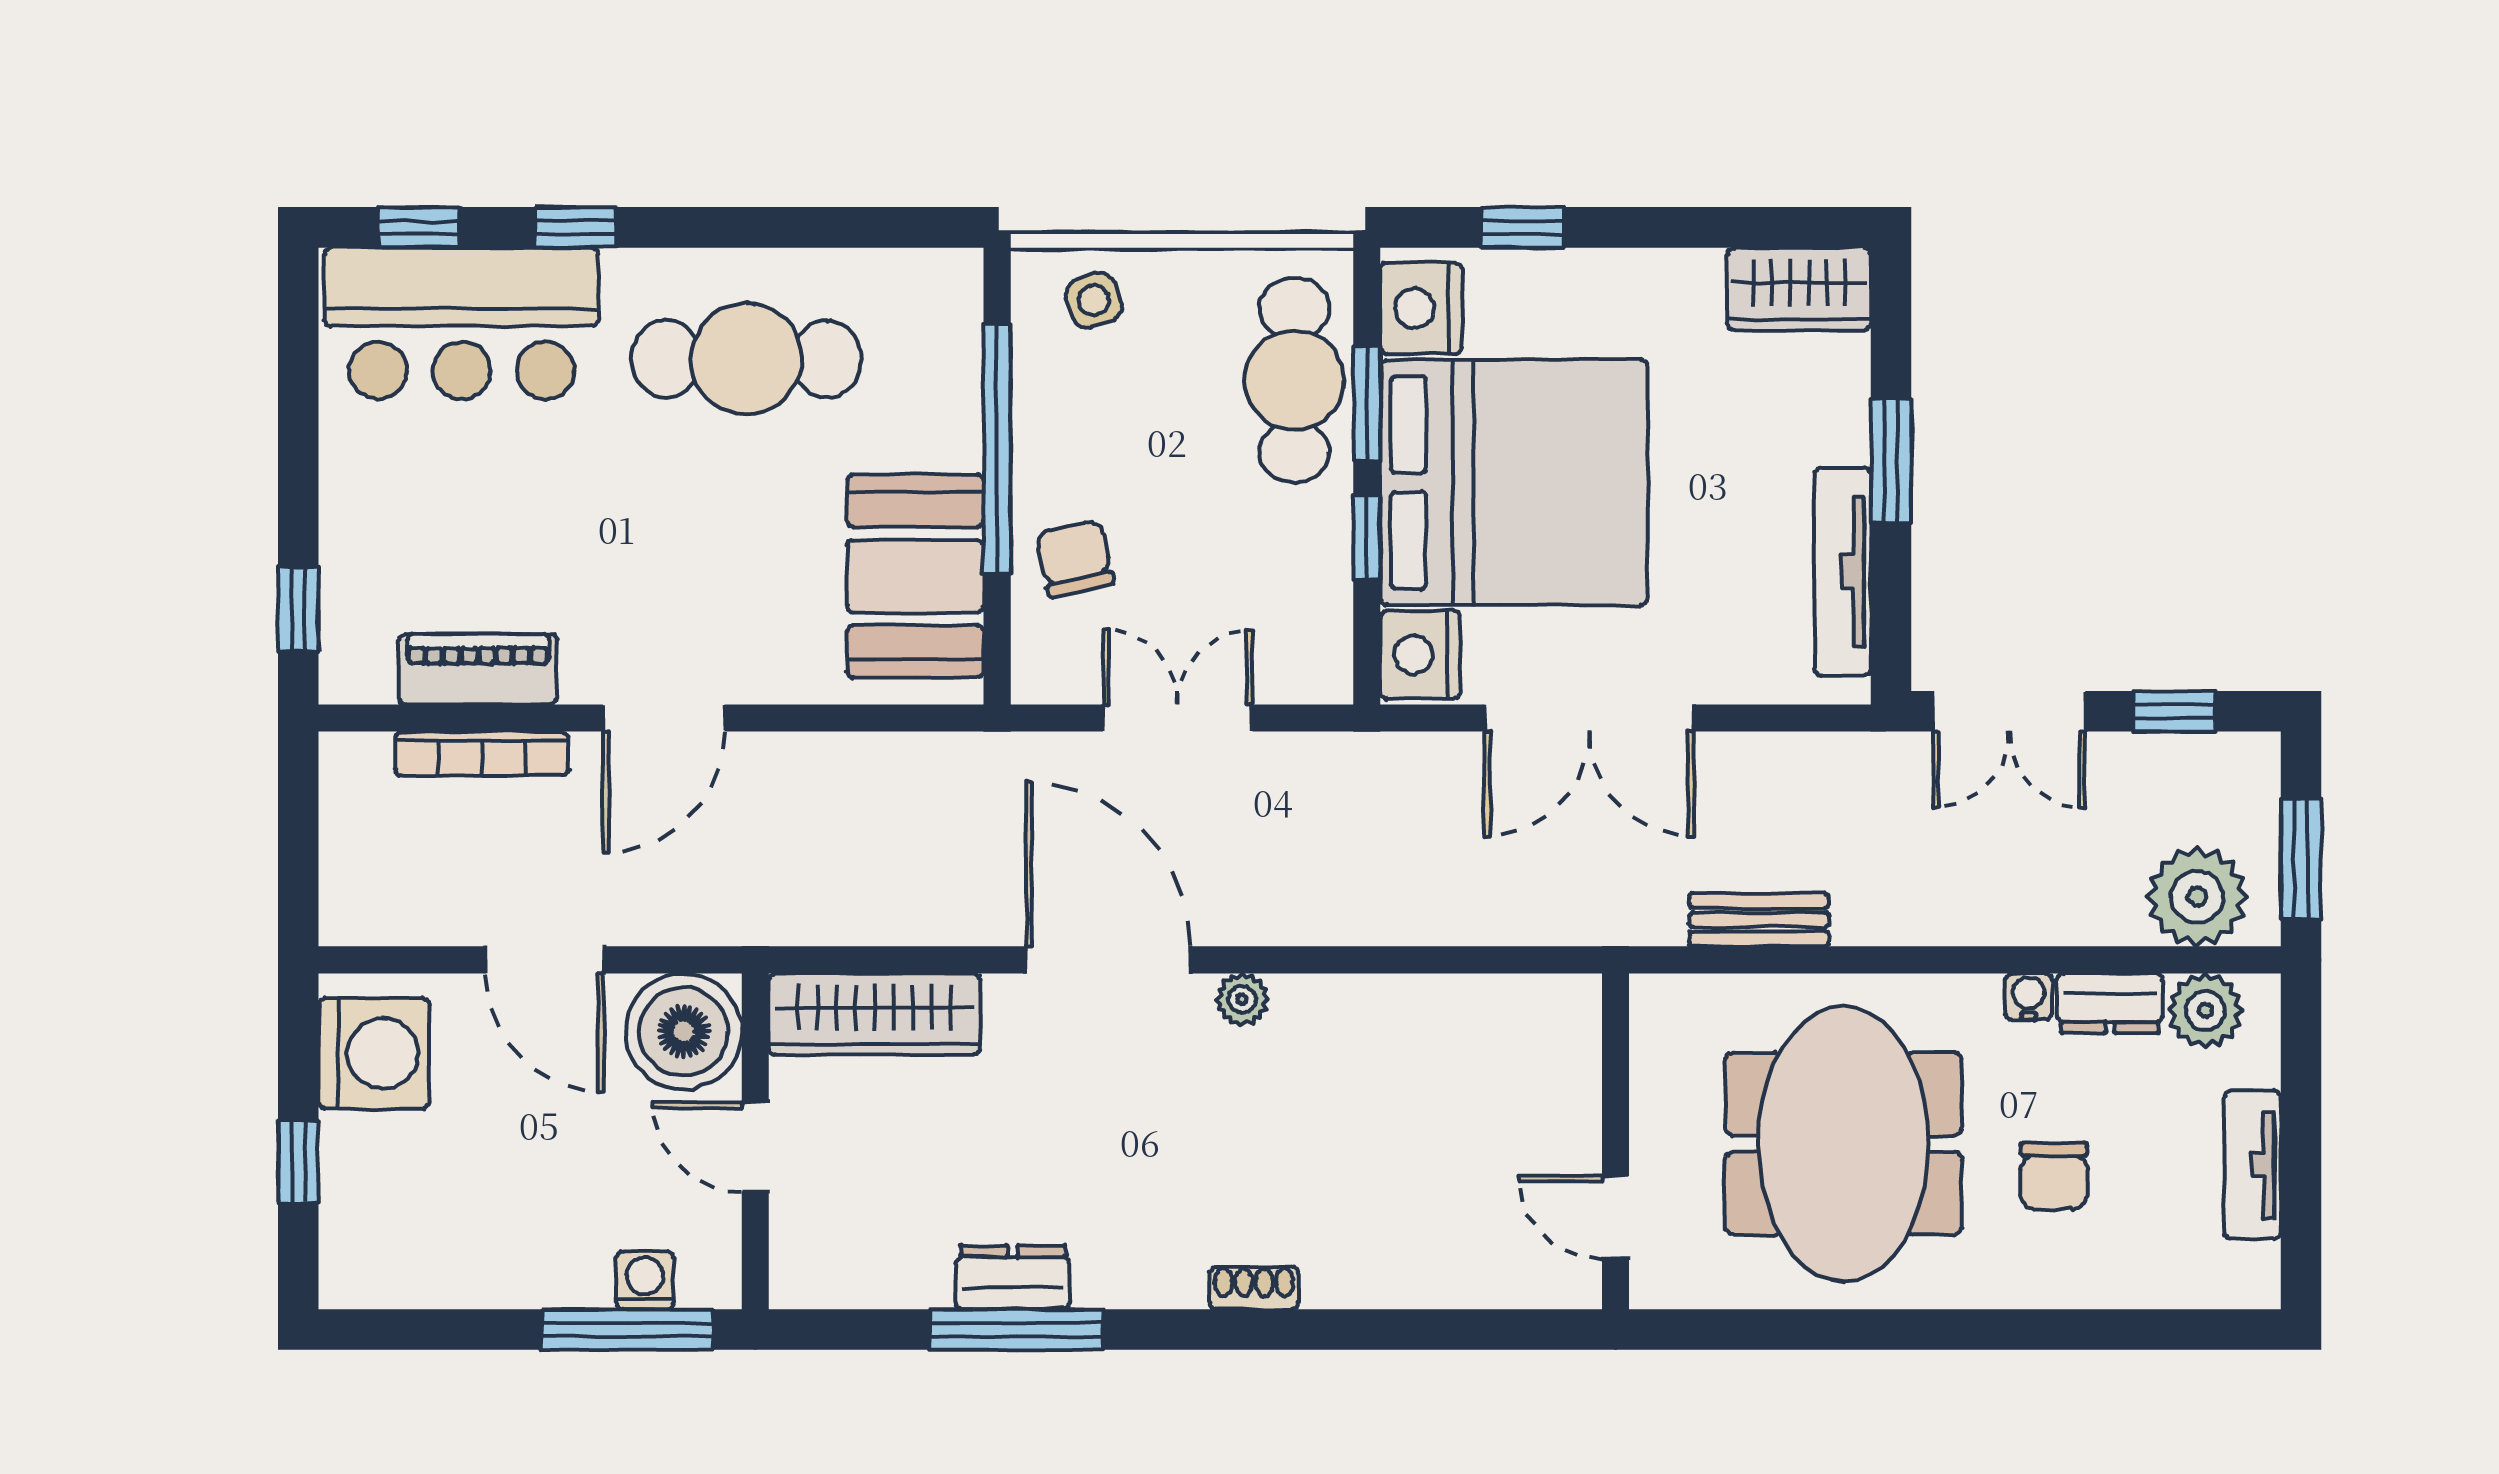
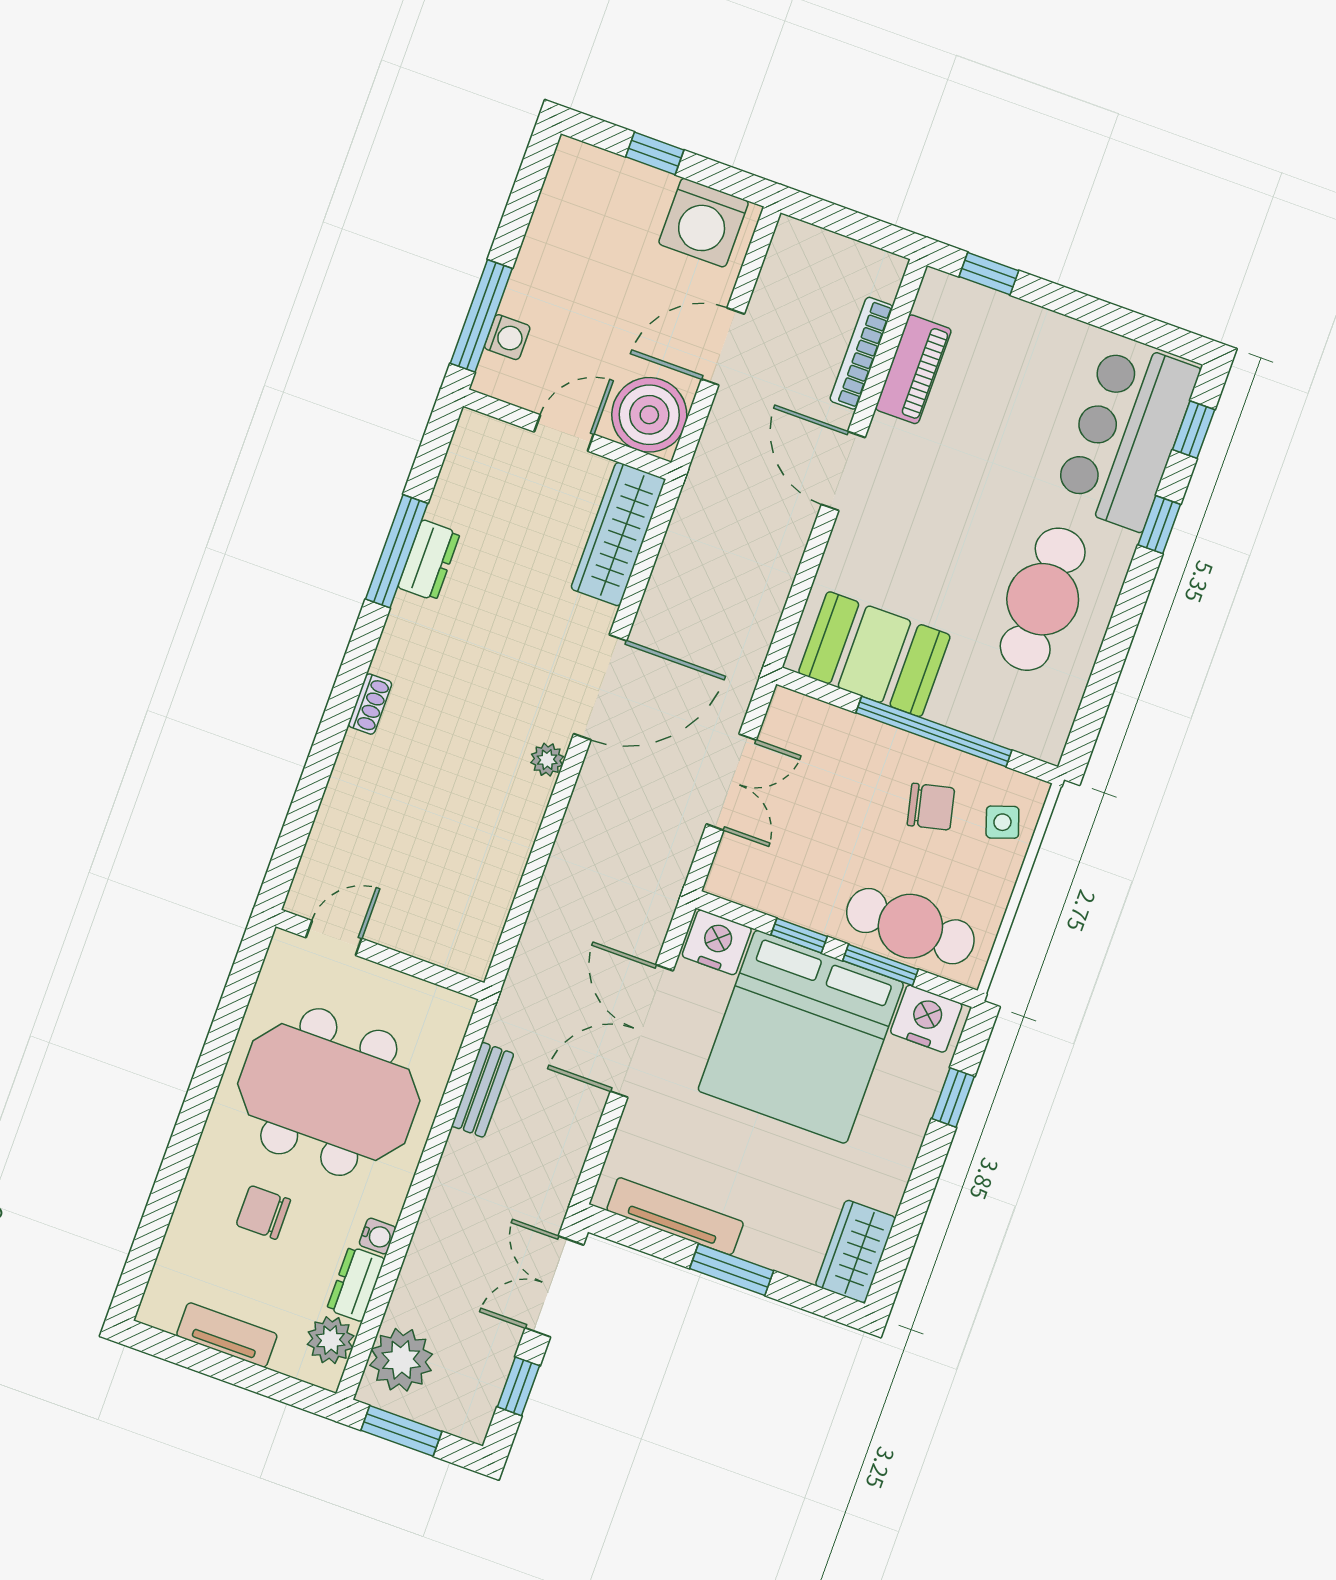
chair: (1075, 559) -> (931, 807), moved

